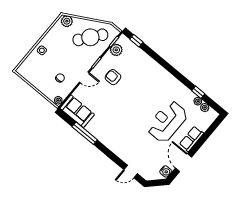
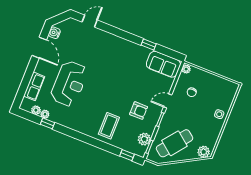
coffee table: (144, 72) -> (109, 126), added
window: (85, 133) -> (149, 45), width x0.46
row of seats: (191, 139) -> (34, 86), moved

